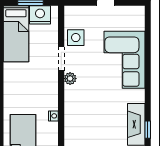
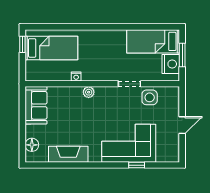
plant: (70, 79) -> (89, 92), moved
window: (148, 130) -> (137, 165), moved

